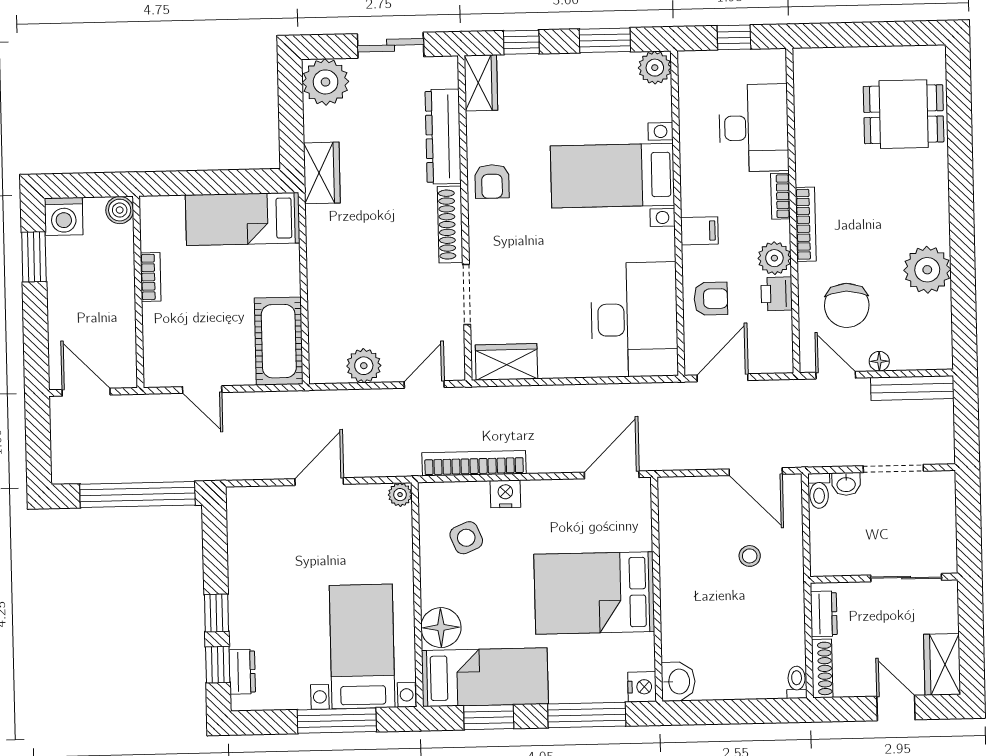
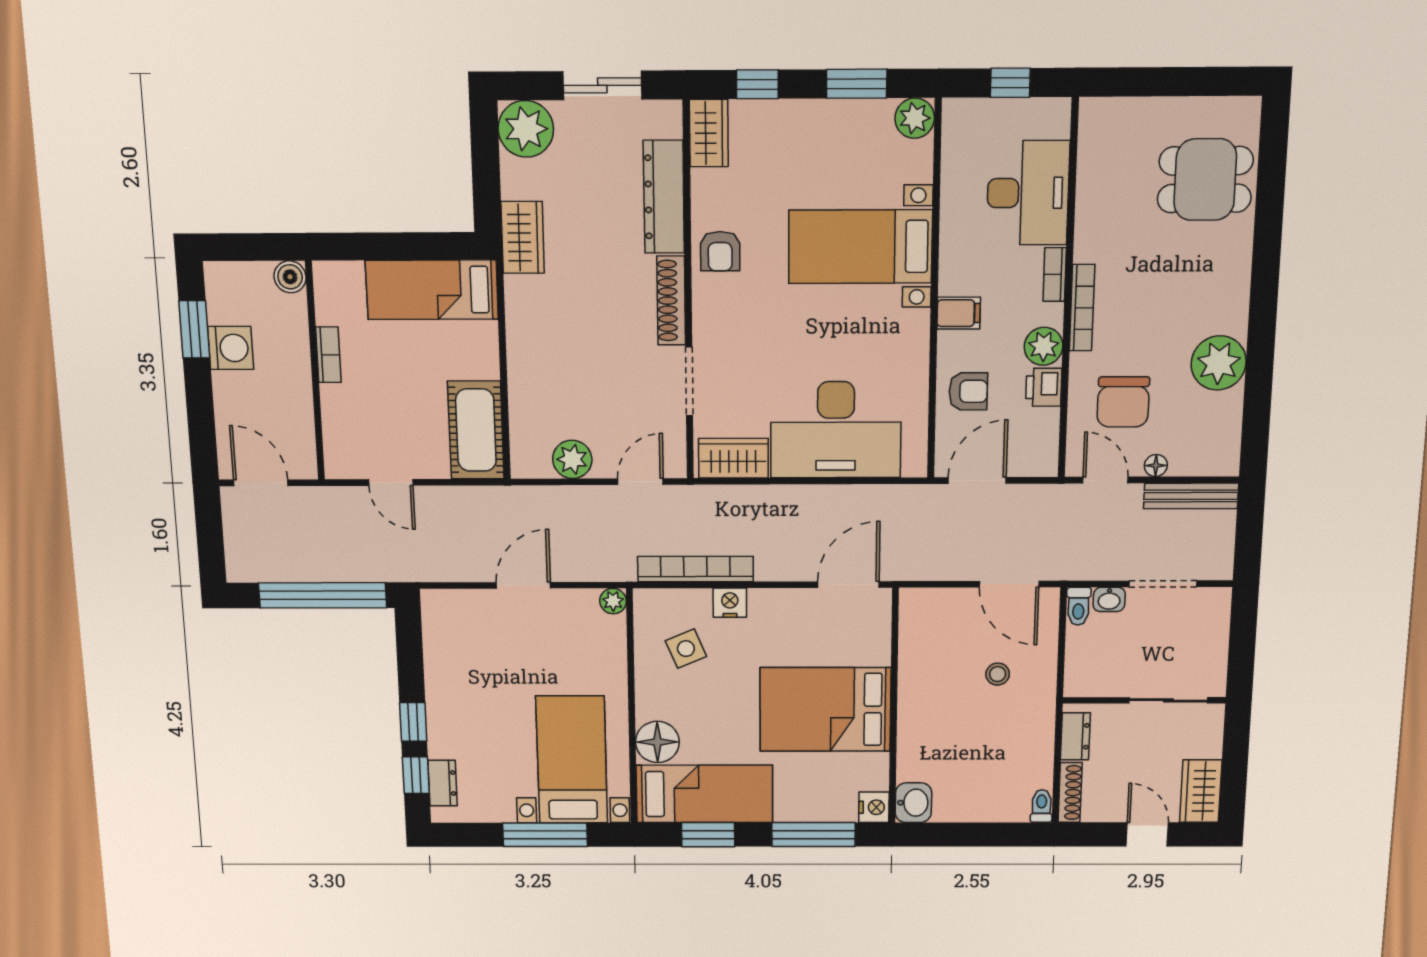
washing machine: (64, 216) -> (231, 348), moved, turned -90
desk: (634, 320) -> (836, 430), moved, turned 90

